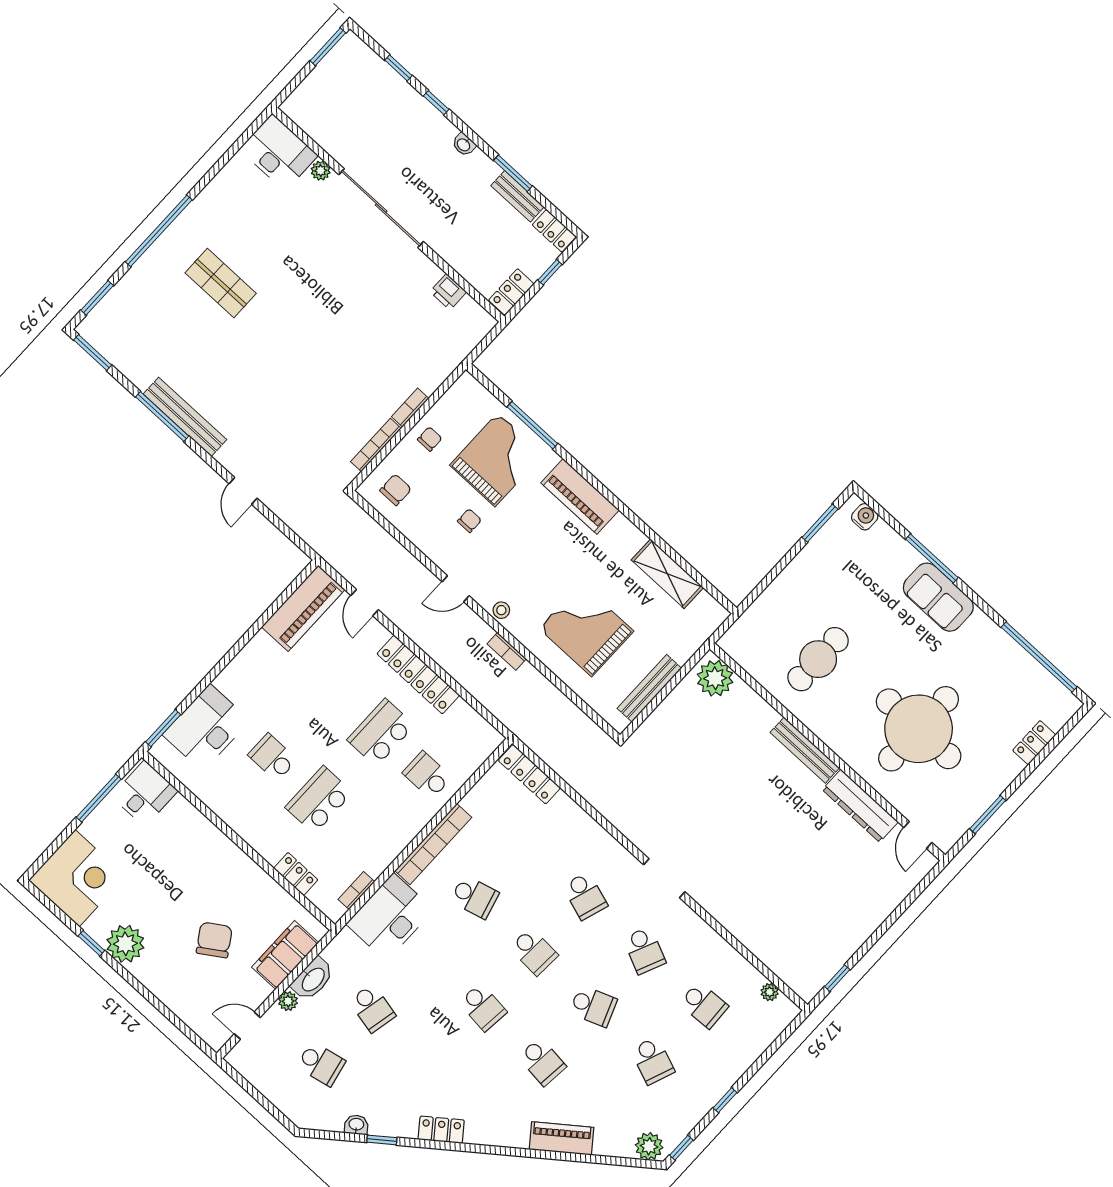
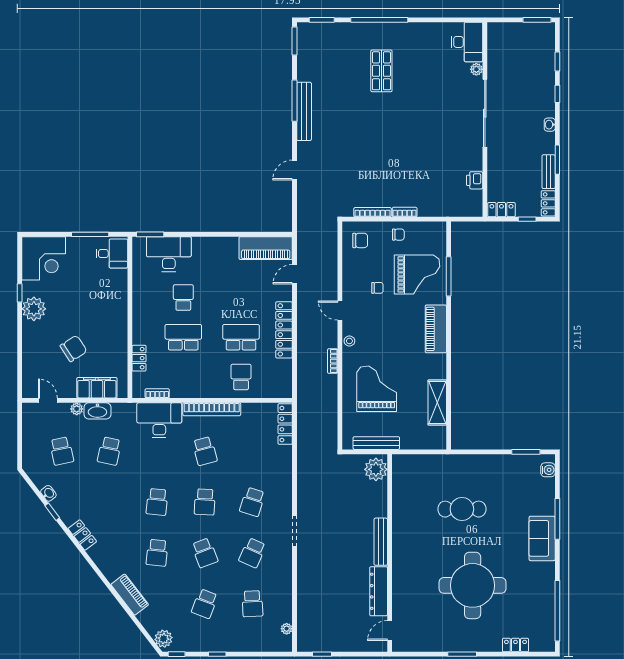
plant: (715, 678) -> (376, 469), moved
bench: (805, 750) -> (381, 542), moved
wall: (827, 752) -> (390, 553), moved
dresser: (860, 806) -> (379, 591), moved
door: (918, 835) -> (390, 630), moved

